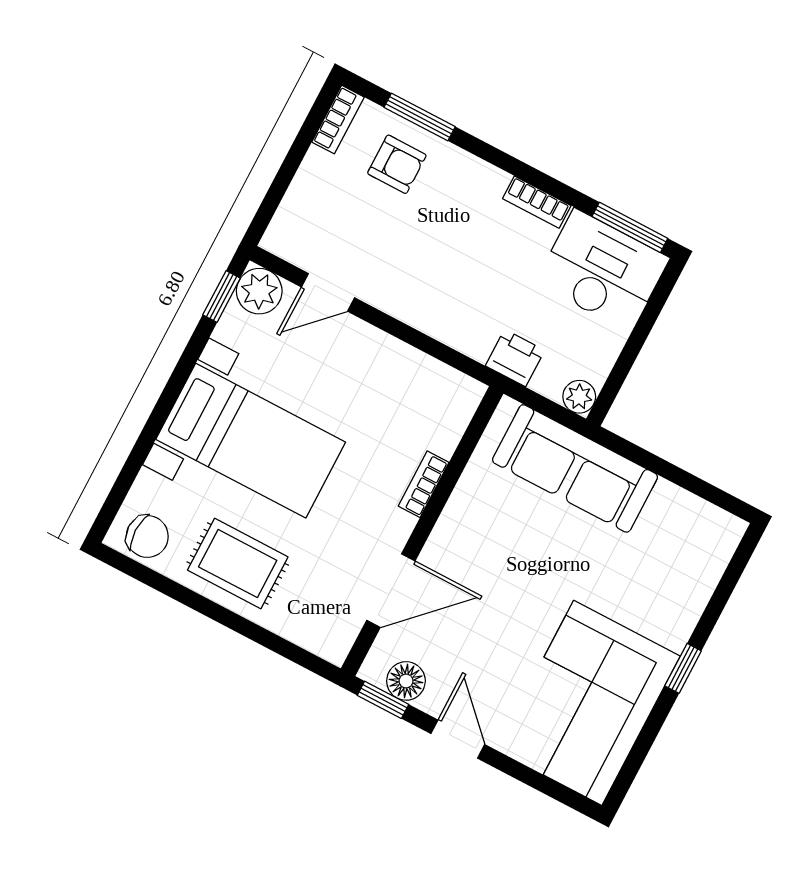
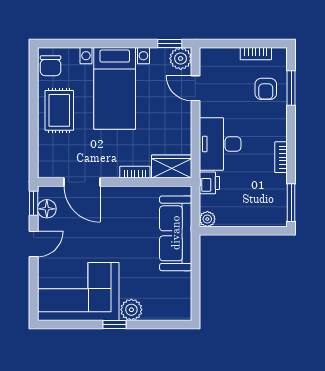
bookcase: (338, 120) -> (256, 54), moved
desk: (602, 270) -> (220, 144), moved, turned 180
wardrobe: (449, 412) -> (172, 167), added
plant: (672, 623) -> (131, 310), added

